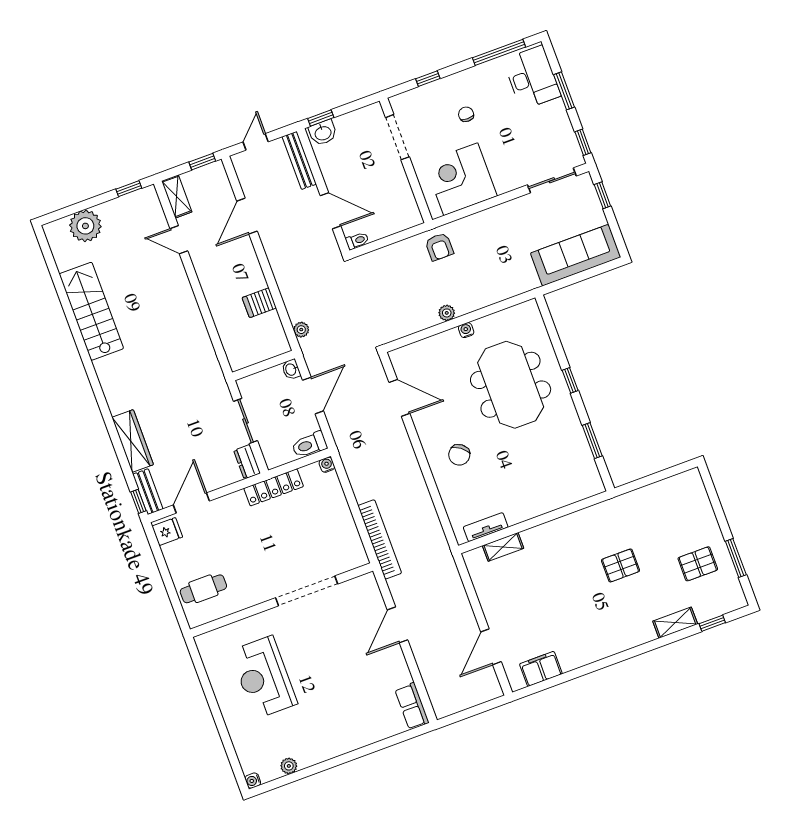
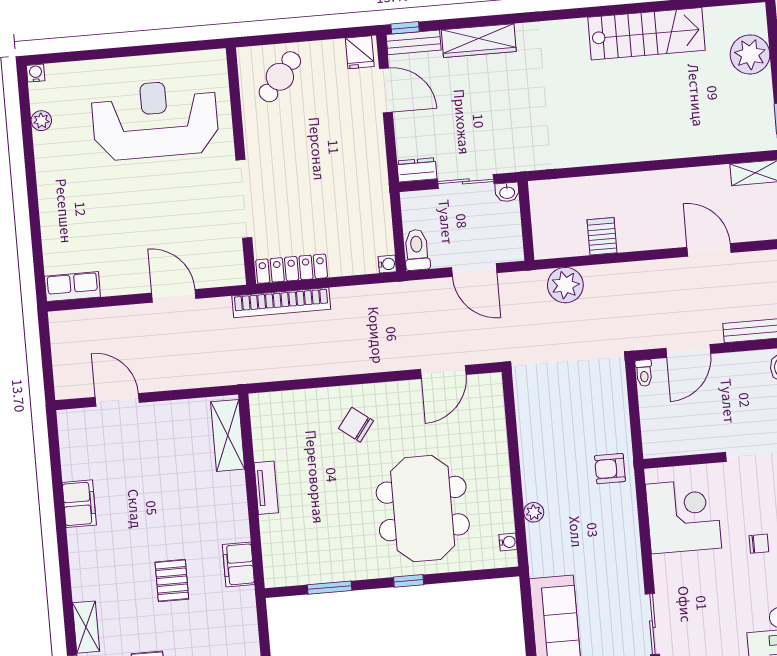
door: (179, 240) -> (703, 161), removed
plant: (447, 313) -> (534, 512), moved
plant: (301, 330) -> (565, 285), width x1.88, depth x1.88
water cooler: (466, 330) -> (508, 542), moved
washbasin: (291, 369) -> (507, 192), moved, turned 180
meeting table: (511, 385) -> (423, 509), turned 90
locker: (274, 487) -> (292, 269), moved, turned 90
filing cabinet: (594, 517) -> (238, 565), added
tv unit: (486, 527) -> (266, 488), moved
shelving: (503, 547) -> (228, 435), width x1.50, depth x1.33
cafe table: (203, 589) -> (280, 77), turned 40
filing cabinet: (541, 669) -> (79, 504), moved
reception desk: (264, 677) -> (155, 120), width x1.36, depth x1.30

